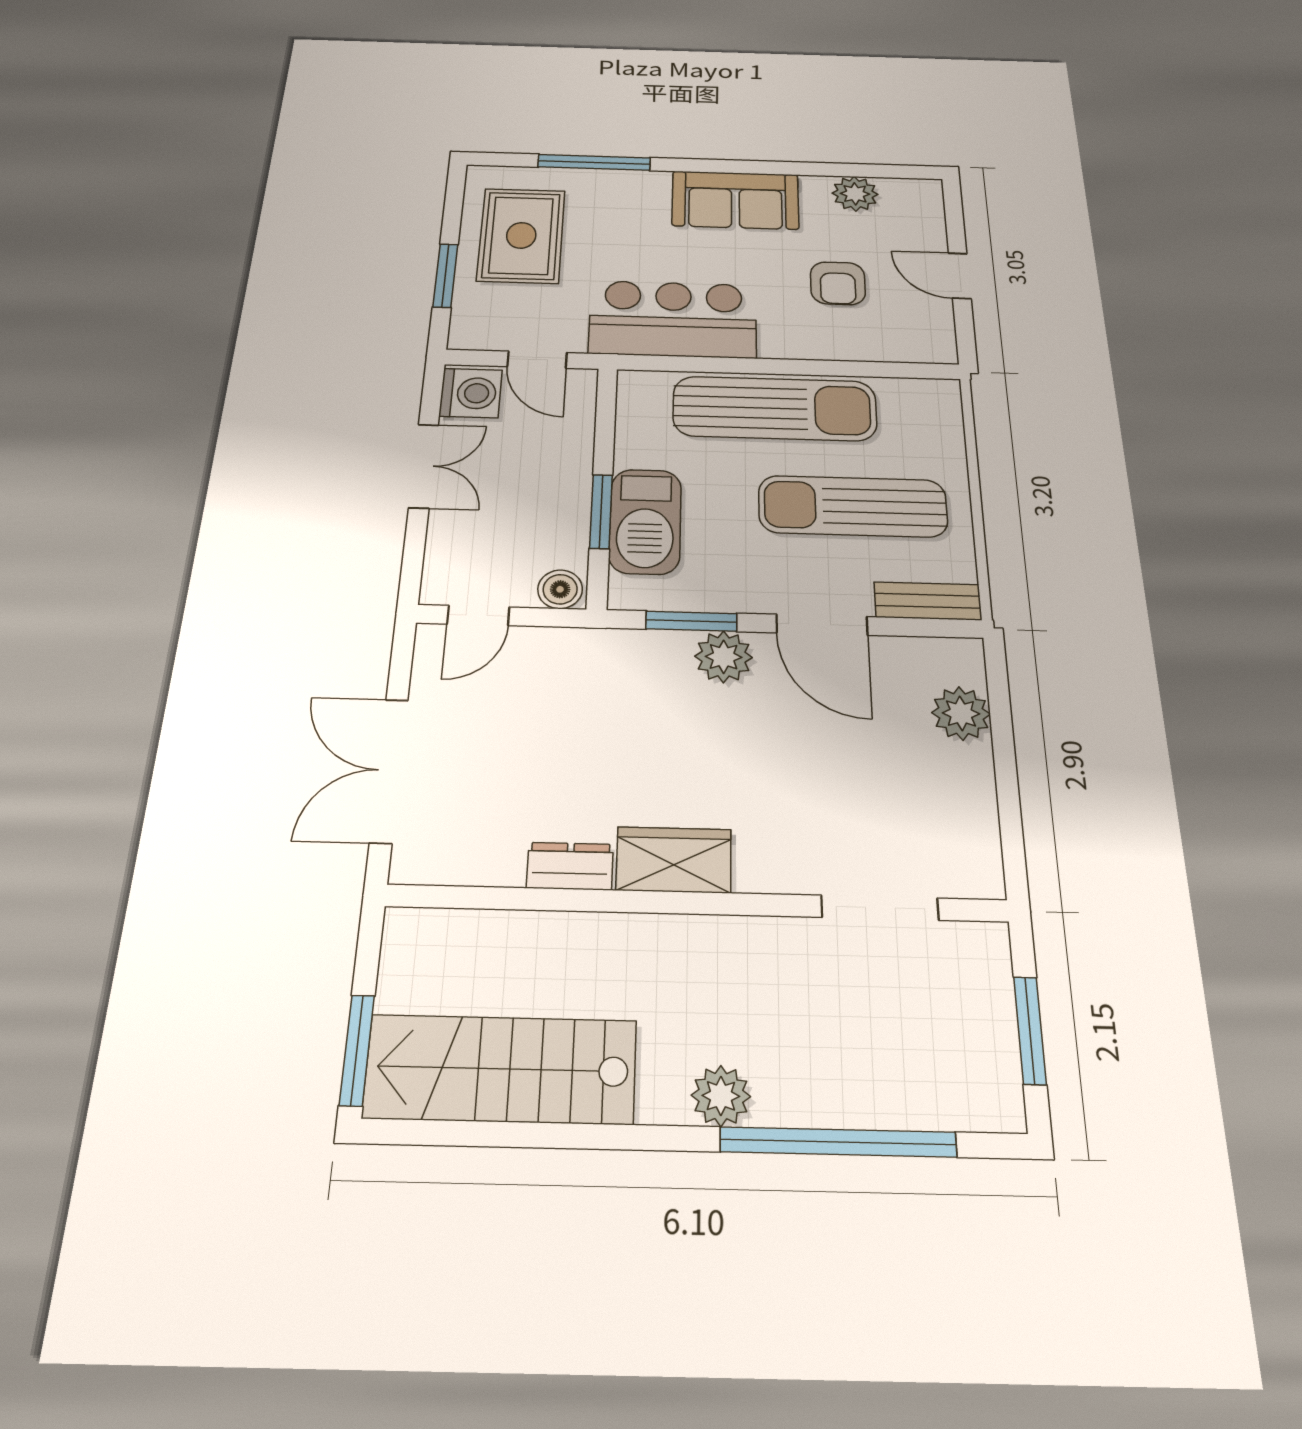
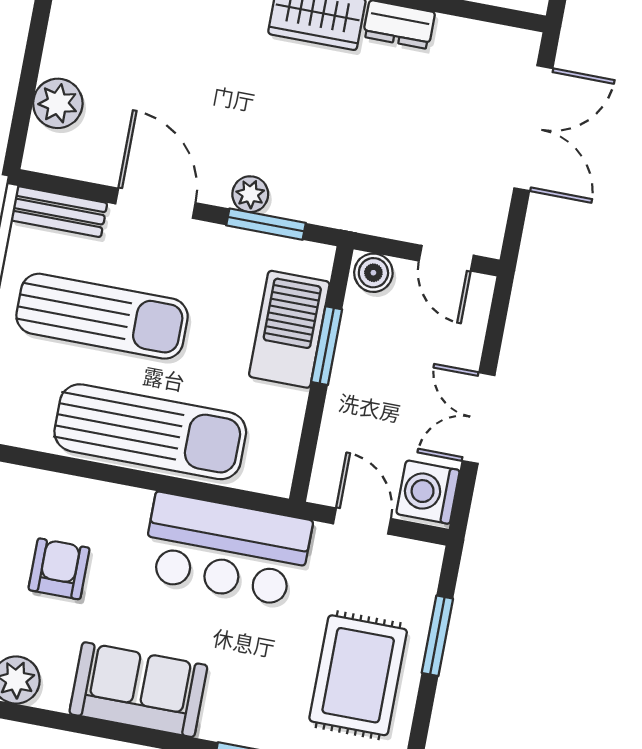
sun lounger: (775, 408) -> (150, 432), turned 180
door: (478, 615) -> (446, 258), swing flipped
plant: (724, 657) -> (250, 194), width x0.73, depth x0.73

